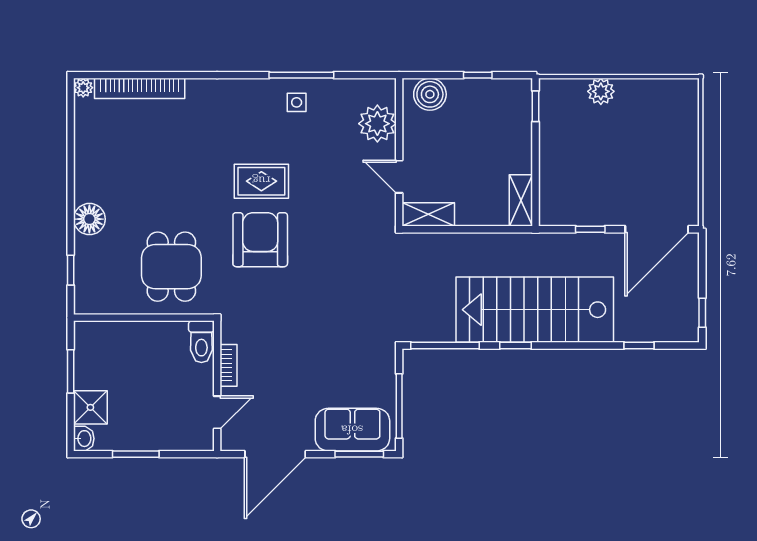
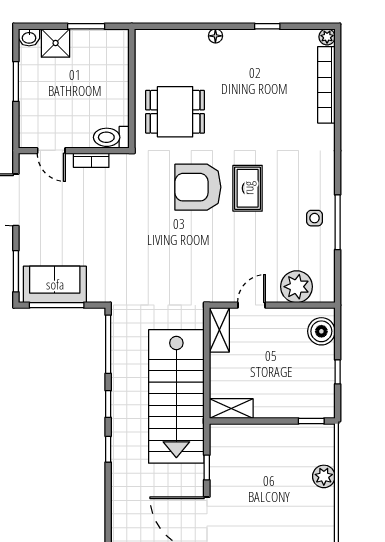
floor lamp: (89, 219) -> (215, 36), width x0.53, depth x0.53
armchair: (260, 240) -> (198, 187), turned 180
window: (71, 270) -> (267, 26), moved
stairs: (535, 310) -> (176, 396), moved, turned 180
window: (639, 345) -> (108, 449), moved
sofa: (352, 430) -> (55, 284), moved, turned -90

